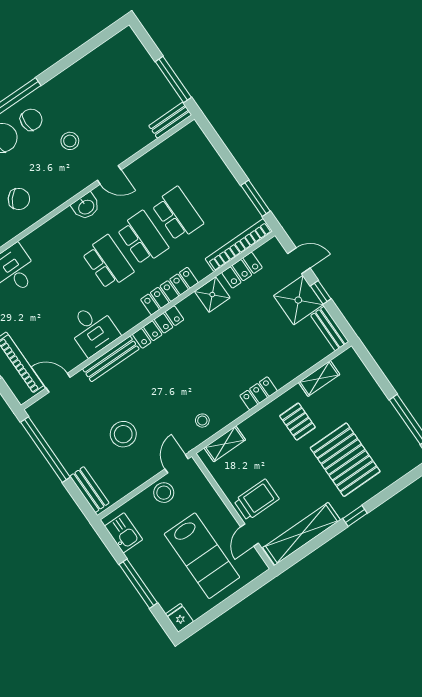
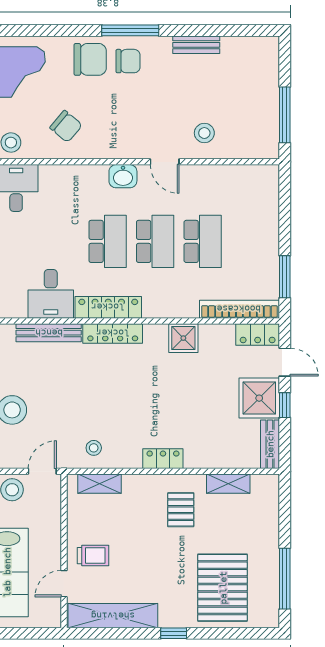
bench: (170, 120) -> (196, 45), moved
stool: (70, 141) -> (204, 133), moved
locker: (242, 270) -> (258, 335), moved
locker: (169, 291) -> (108, 307), moved
pallet: (345, 460) -> (223, 588), moved
trolley: (256, 500) -> (93, 556), width x0.73, depth x0.72

